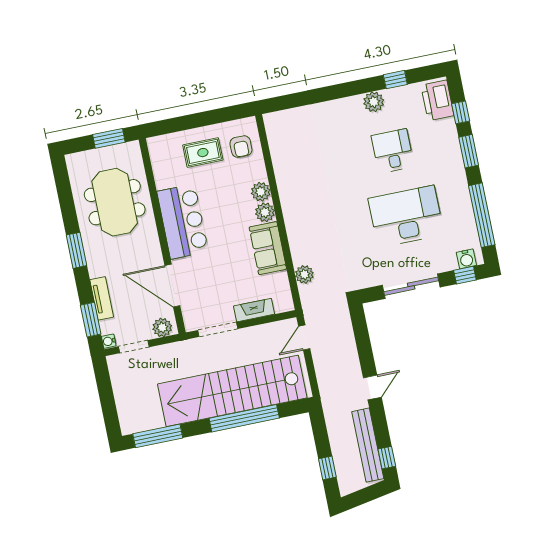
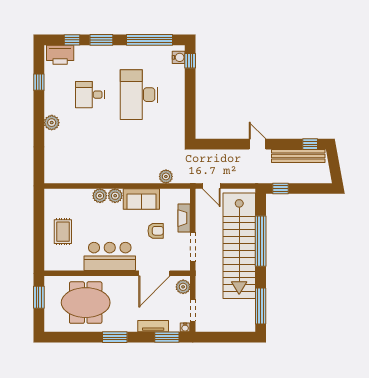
plant: (374, 102) -> (52, 123), moved
armchair: (241, 147) -> (156, 231), moved
sliding door: (411, 286) -> (190, 101), removed
window: (327, 468) -> (281, 189), moved

